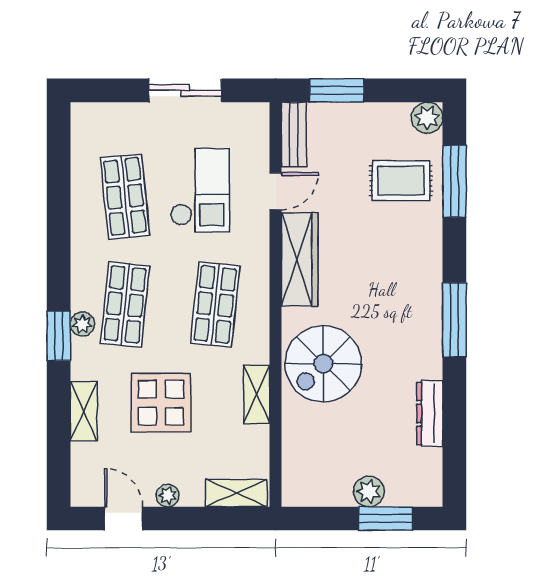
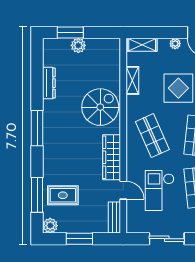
window: (337, 90) -> (79, 239), moved
door: (276, 191) -> (123, 190), swing flipped
shop shelf: (215, 304) -> (152, 136), turned -30
shelving: (257, 394) -> (132, 80), moved

